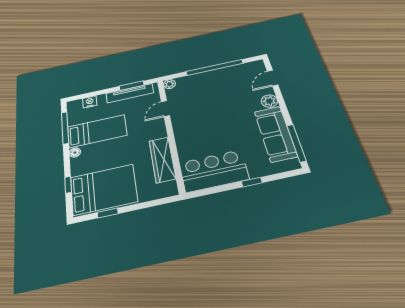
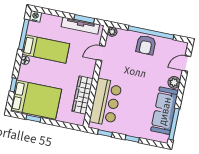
armchair: (215, 80) -> (146, 45), added
nightstand: (90, 102) -> (35, 16), moved
bar counter: (214, 171) -> (106, 102), moved, turned 90
window: (212, 191) -> (105, 133), added

